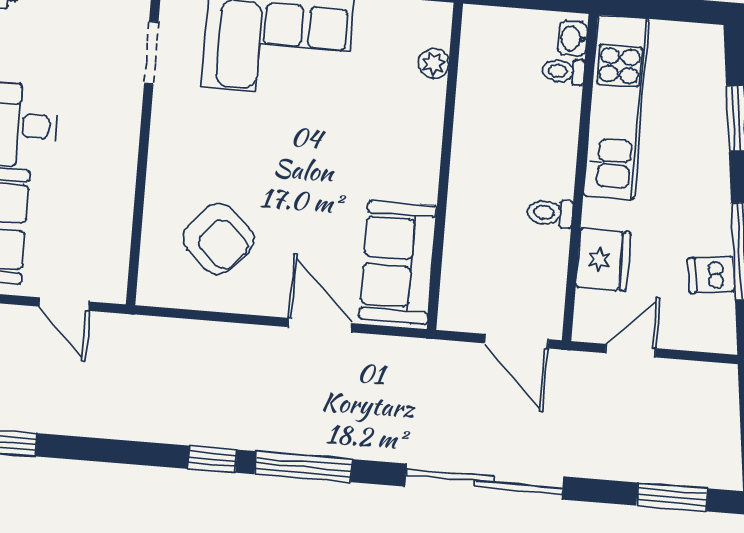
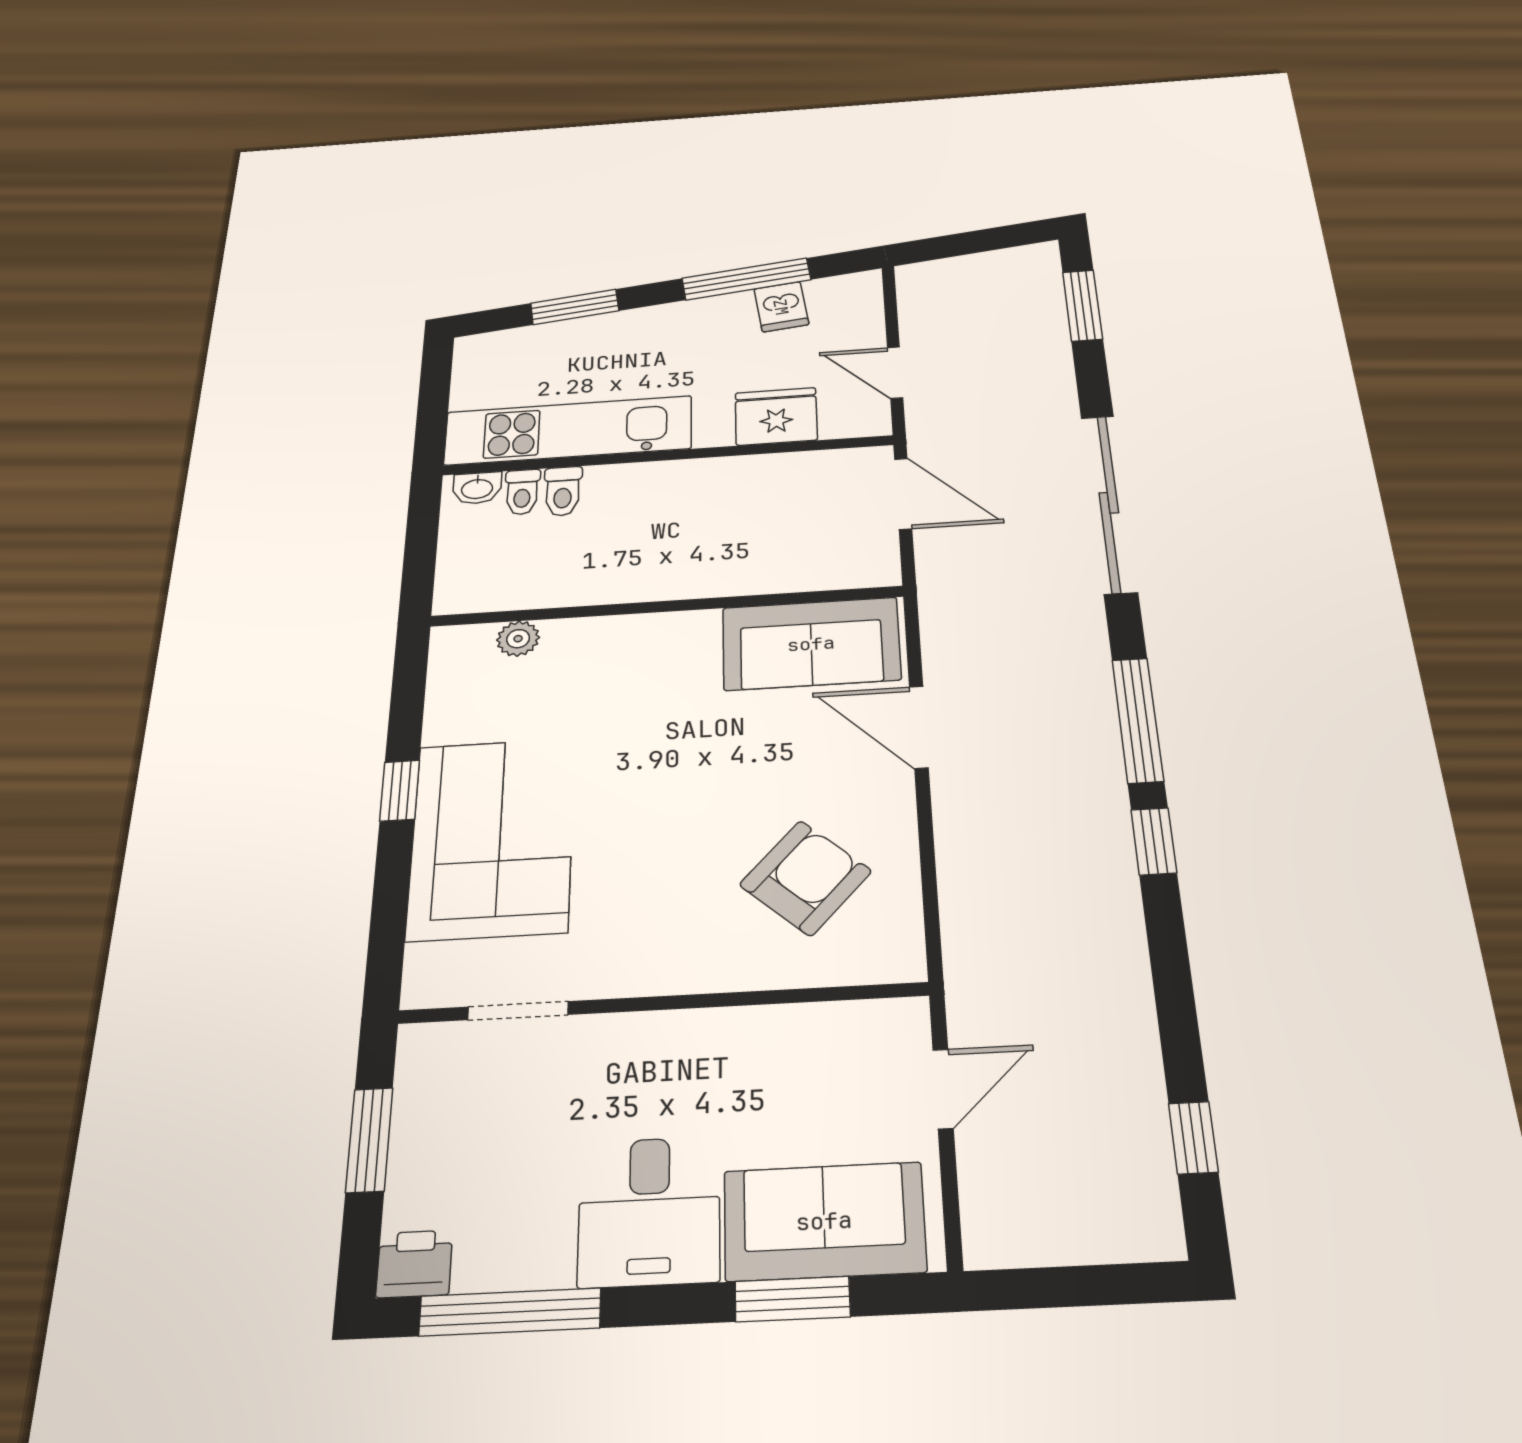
toilet: (550, 213) -> (563, 491), moved
door: (320, 325) -> (919, 727), hinge flipped
door: (516, 341) -> (903, 494), hinge flipped

